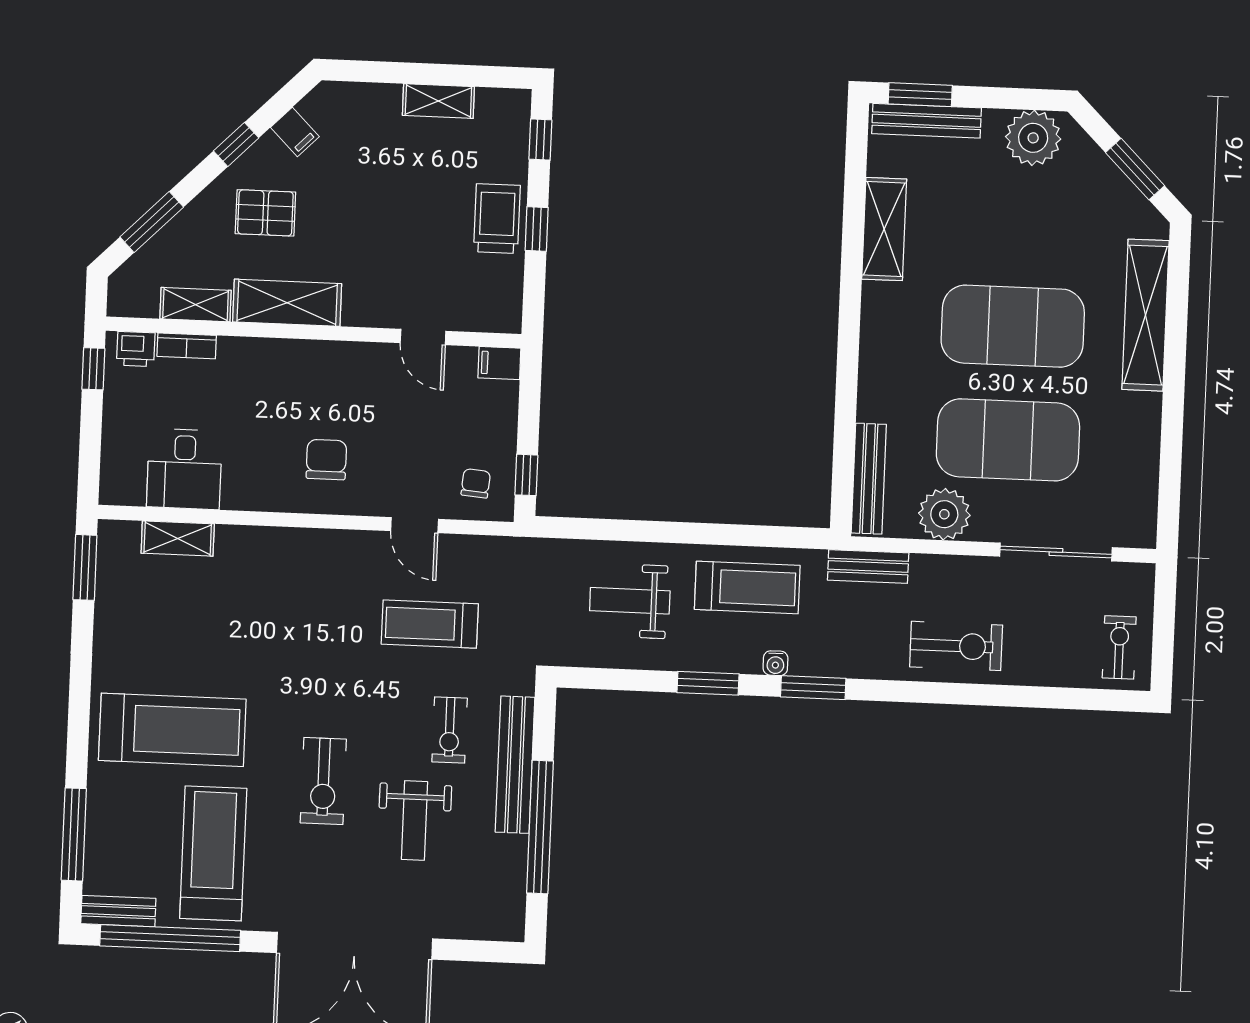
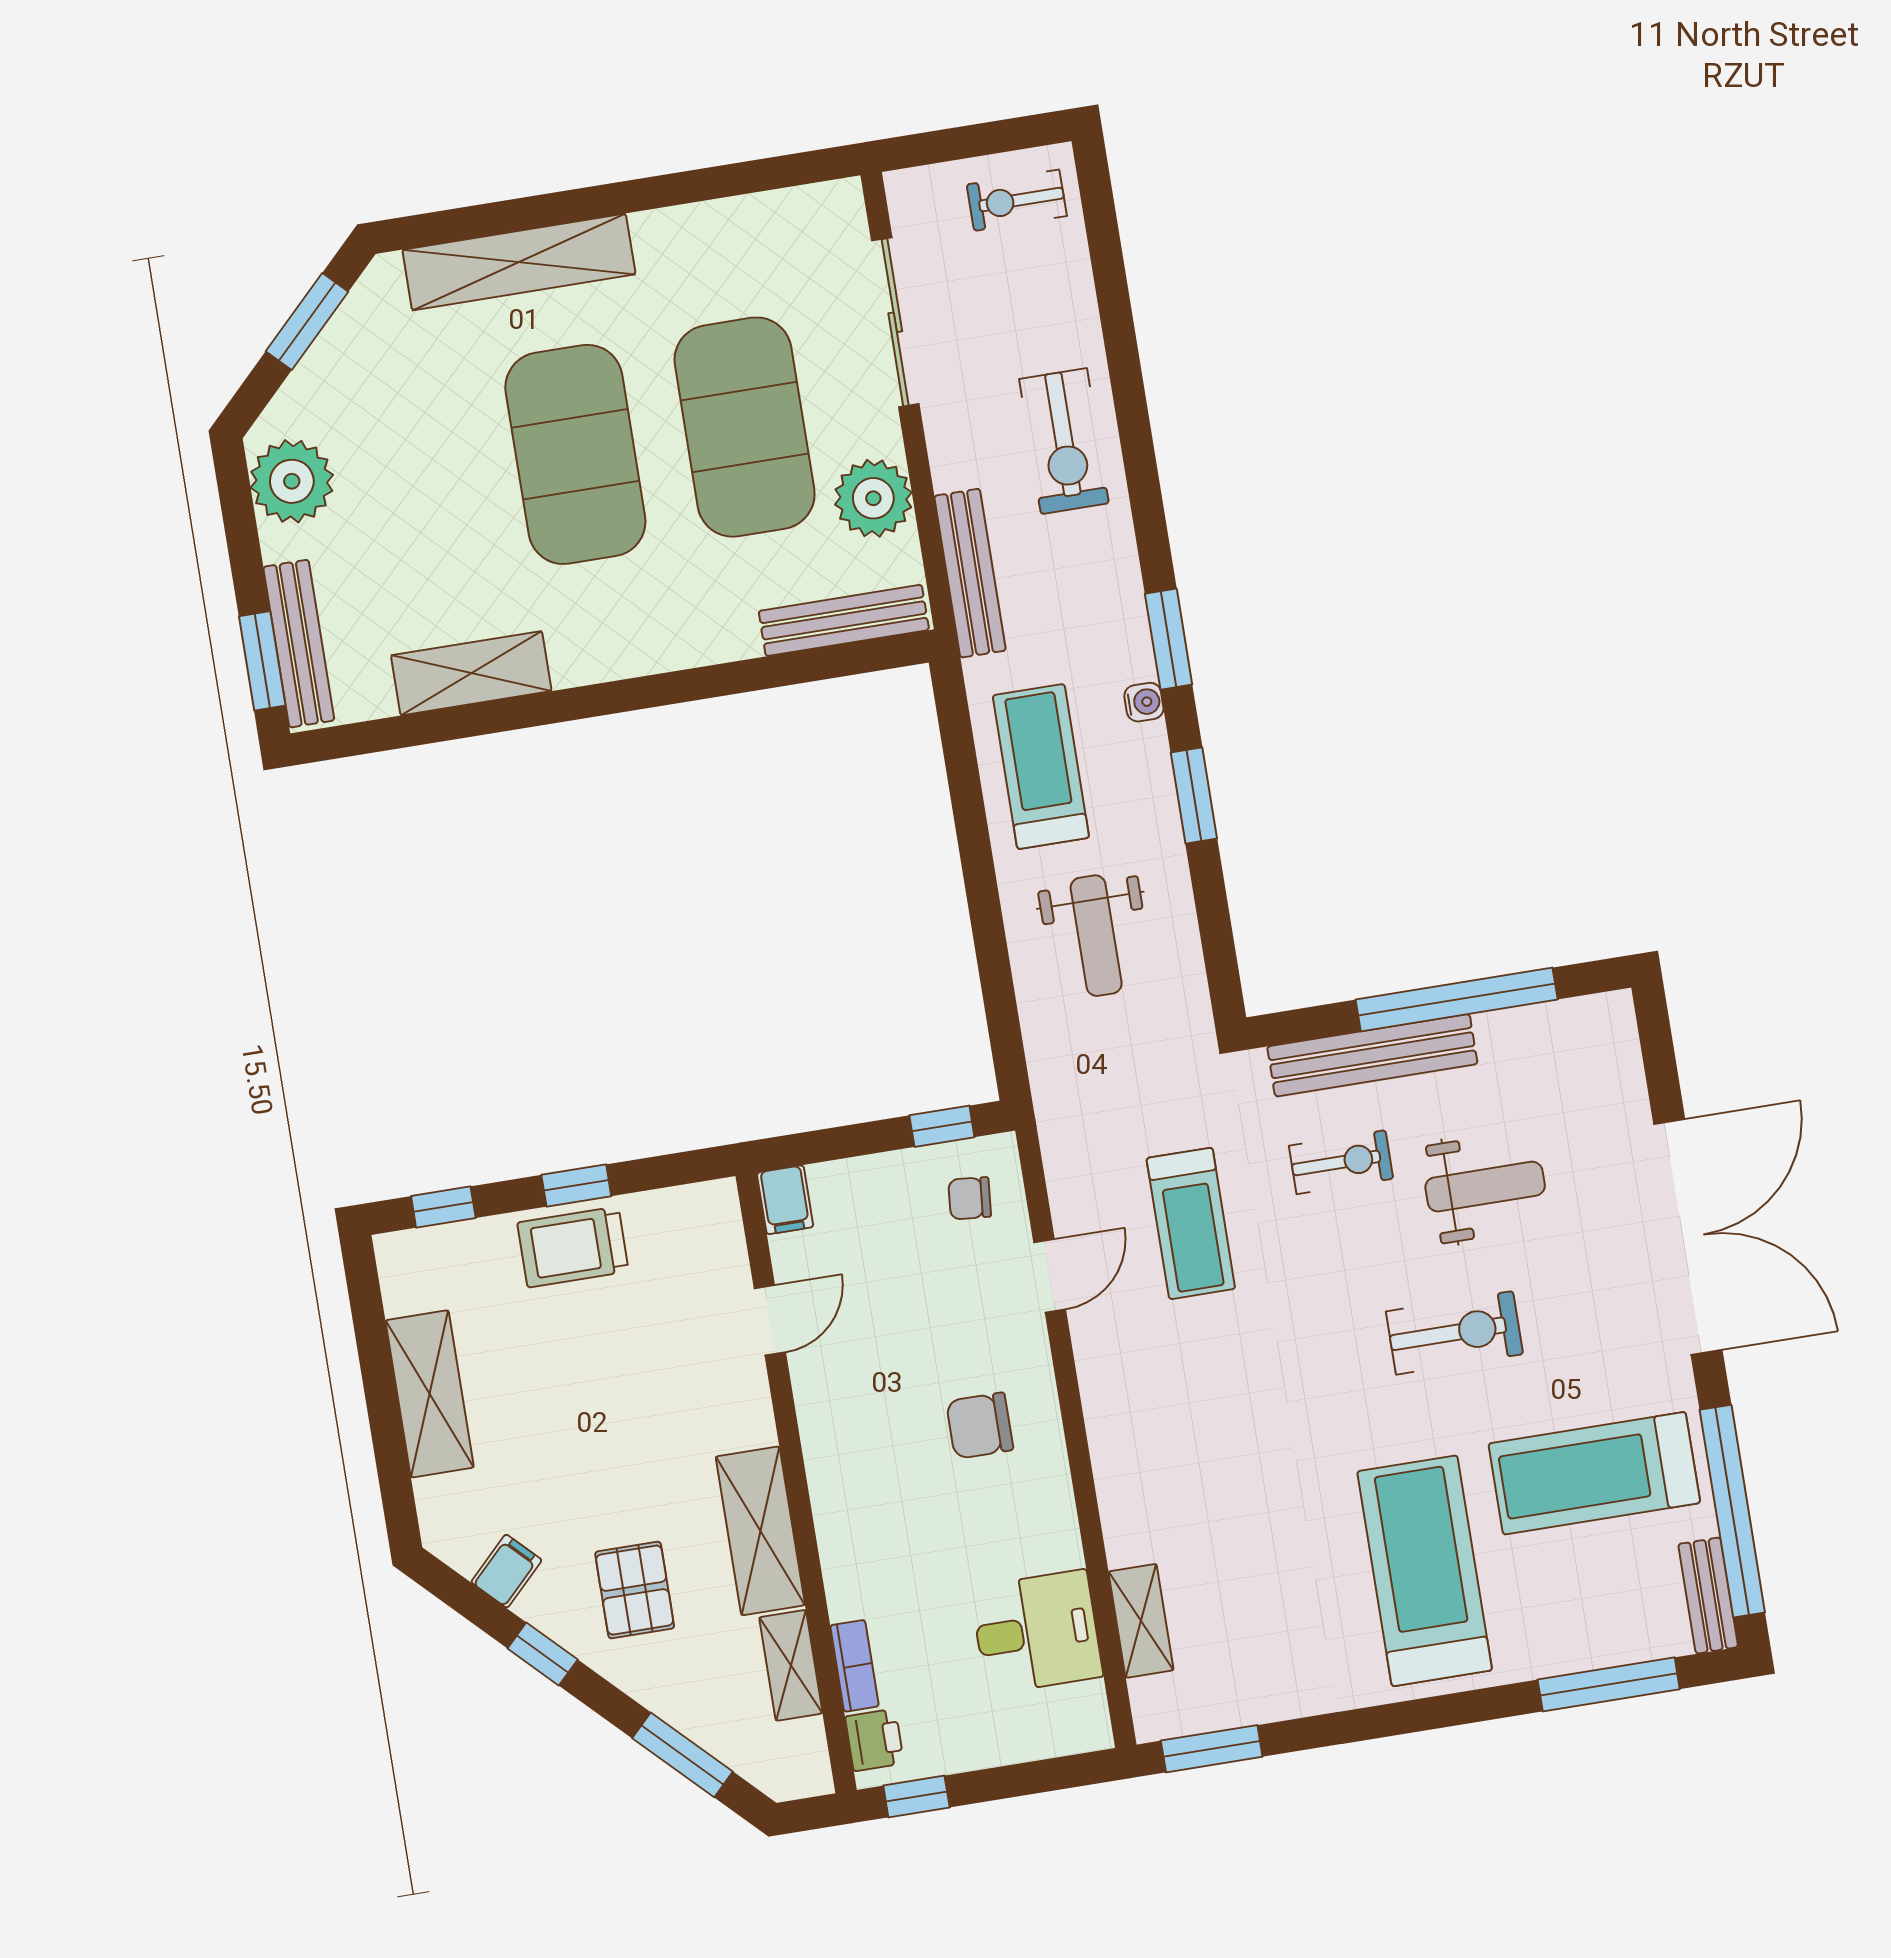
shelving: (438, 101) -> (430, 1394), width x1.50, depth x1.33
bench: (868, 567) -> (970, 573), width x1.36
exercise bike: (956, 646) -> (1064, 441), turned 180

